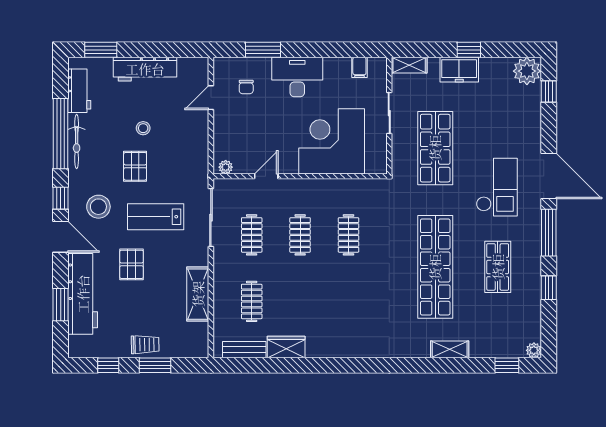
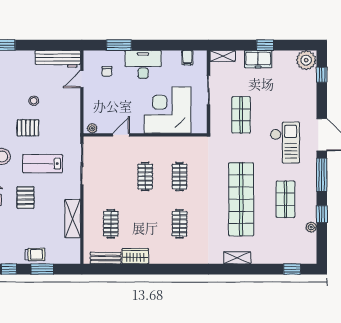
workbench: (145, 69) -> (58, 59), moved
shop shelf: (435, 148) -> (241, 115), width x0.70, depth x0.74
pallet: (135, 166) -> (28, 128), turned 90
clothes rail: (252, 235) -> (180, 224), moved
shelving: (450, 349) -> (237, 258), moved
plant: (534, 350) -> (311, 227), moved

